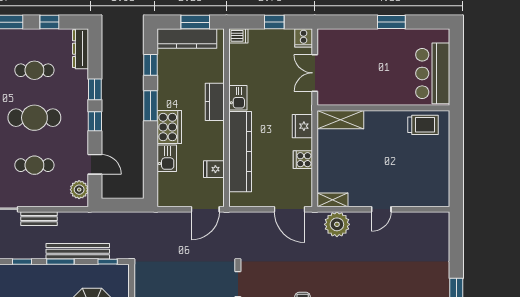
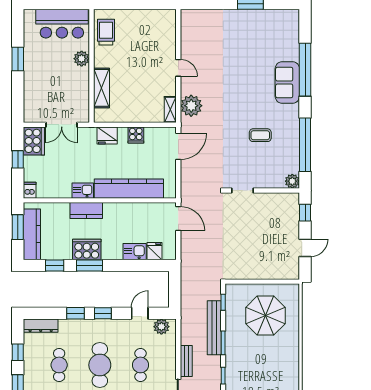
cooker: (304, 38) -> (34, 141), width x1.87, depth x1.31
plant: (392, 96) -> (82, 59), added
shelving: (340, 120) -> (101, 88), moved
cooker: (169, 127) -> (87, 249), moved
fridge: (214, 169) -> (154, 251), moved, turned 180

